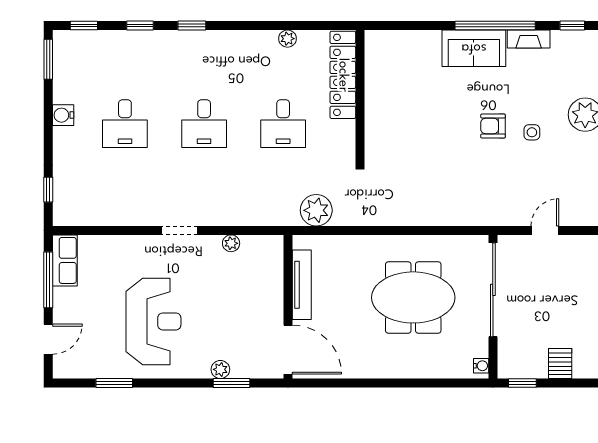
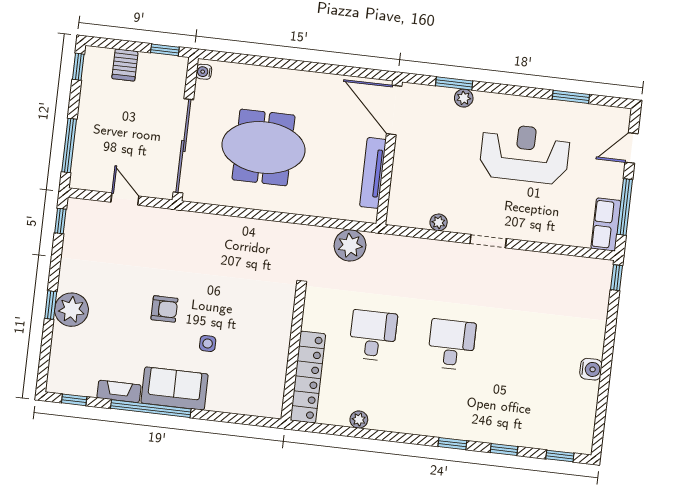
window: (48, 59) -> (599, 426), removed
desk: (125, 124) -> (530, 354), removed
side table: (532, 132) -> (208, 344), moved
window: (48, 190) -> (617, 278), moved
door: (545, 230) -> (125, 199), swing flipped
reception desk: (154, 321) -> (525, 154), turned 90

